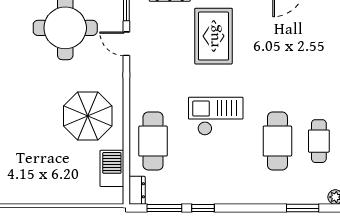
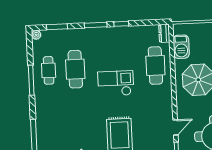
door: (126, 44) -> (175, 127), hinge flipped
checkout: (216, 116) -> (116, 83), turned 180
window: (164, 208) -> (96, 25), moved

